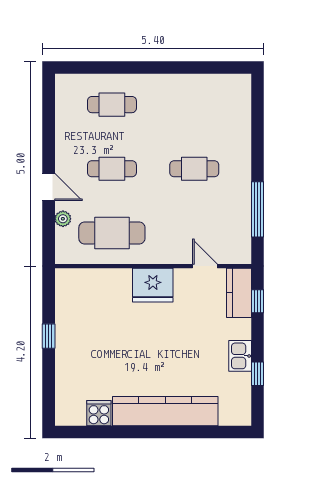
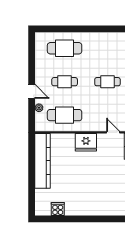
cafe table: (112, 105) -> (65, 48), width x1.37, depth x1.35
window: (49, 336) -> (32, 169), removed
kitchen counter: (165, 411) -> (42, 161), moved, turned 90

